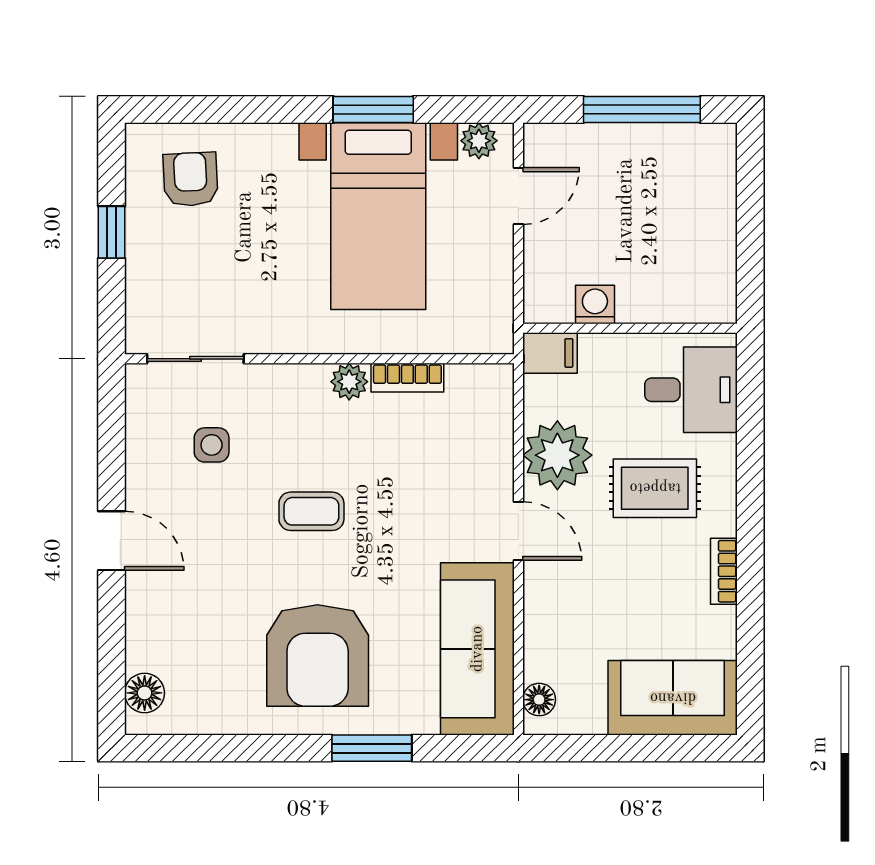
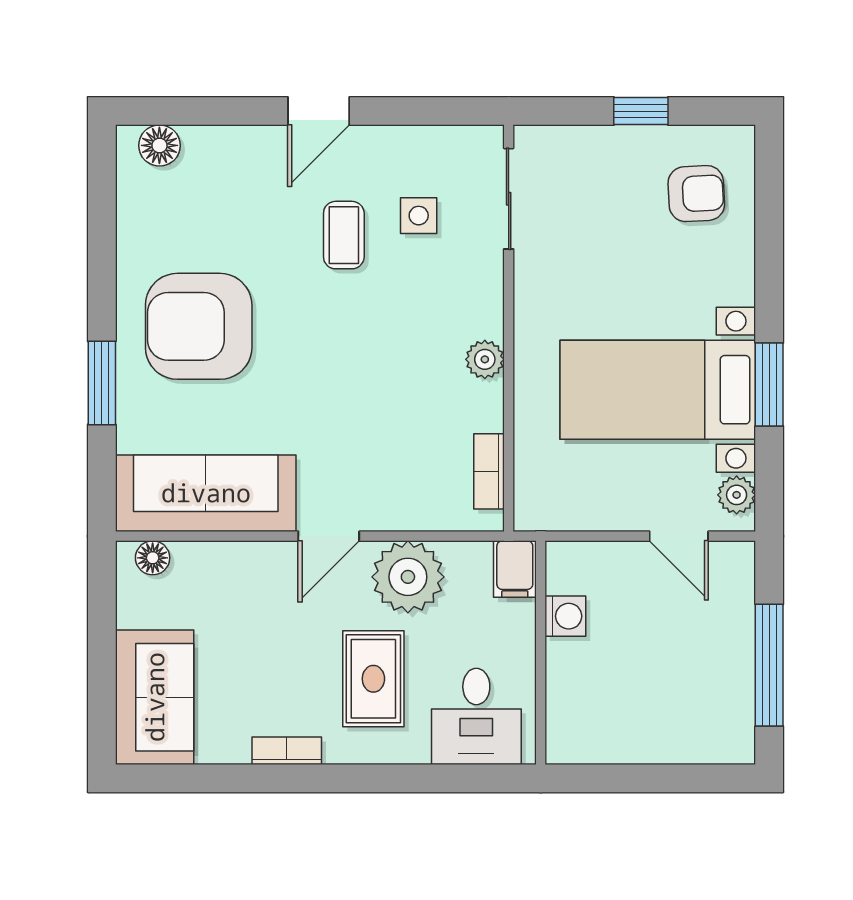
bookcase: (407, 378) -> (489, 471), moved
coffee table: (311, 511) -> (344, 235), moved

